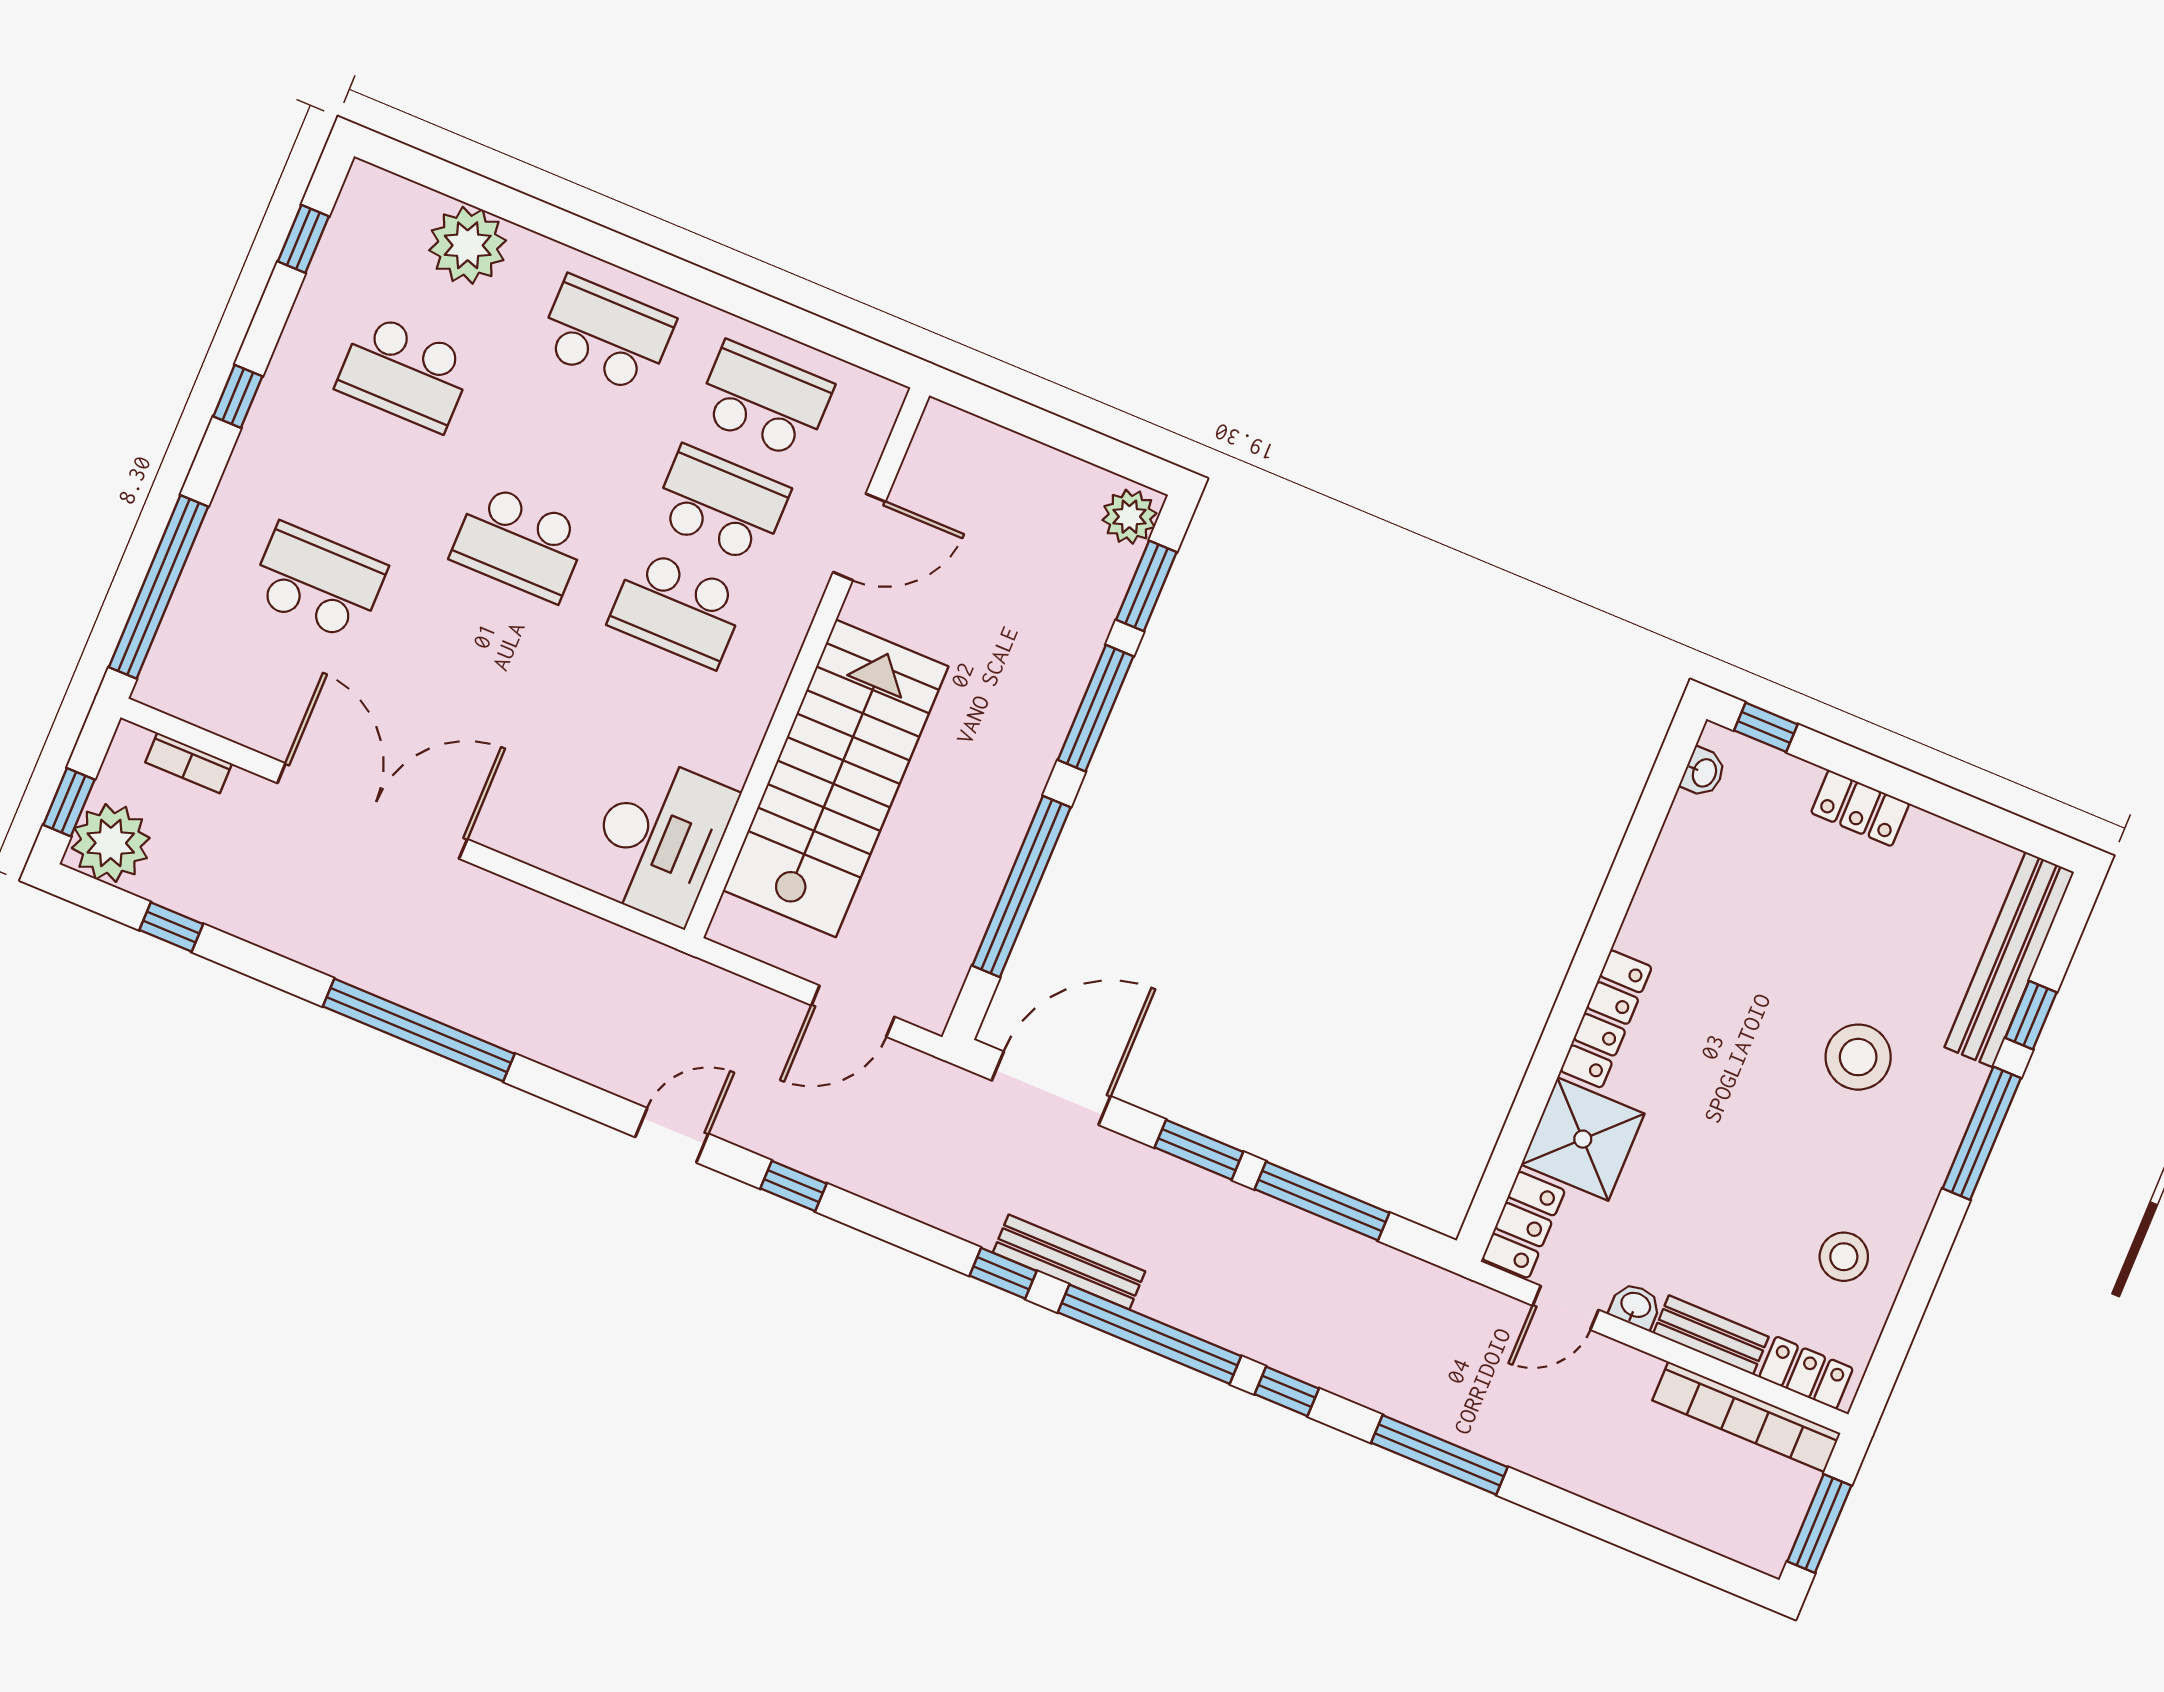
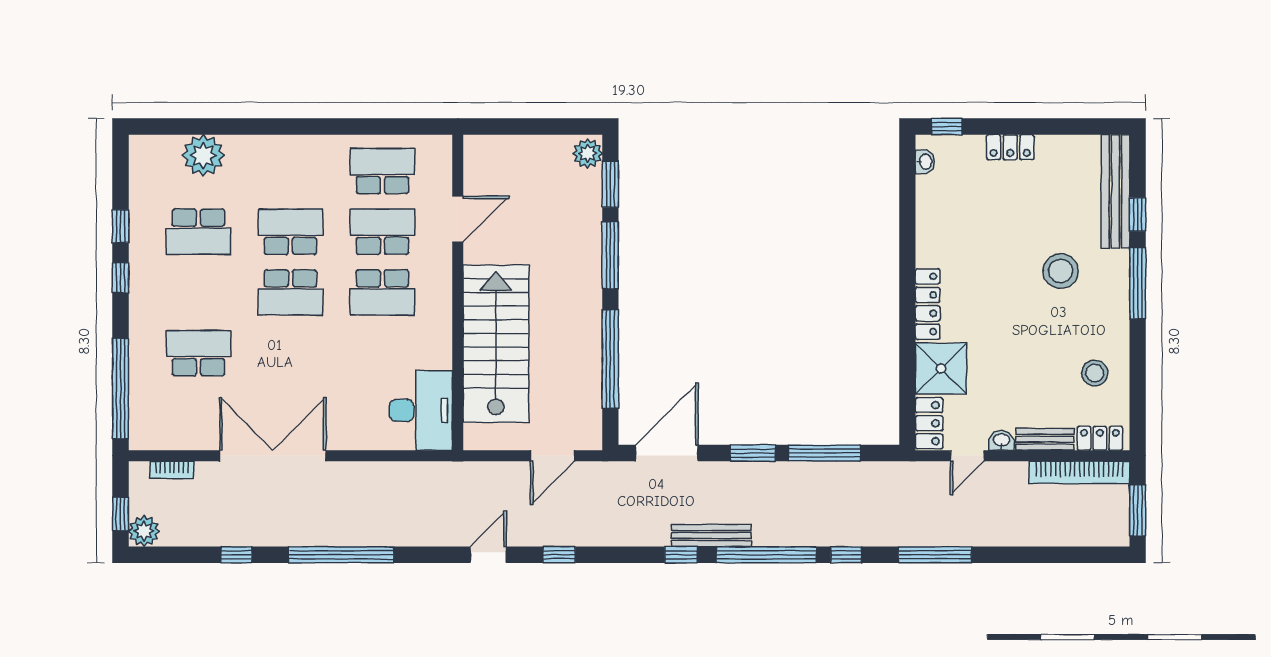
window: (303, 239) -> (120, 226), moved
school desk: (606, 334) -> (290, 232), moved
plant: (111, 843) -> (144, 531), width x0.73, depth x0.73
window: (171, 927) -> (236, 555), moved

